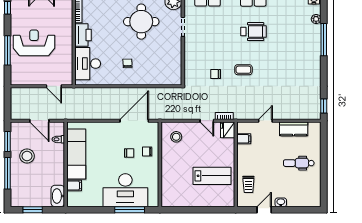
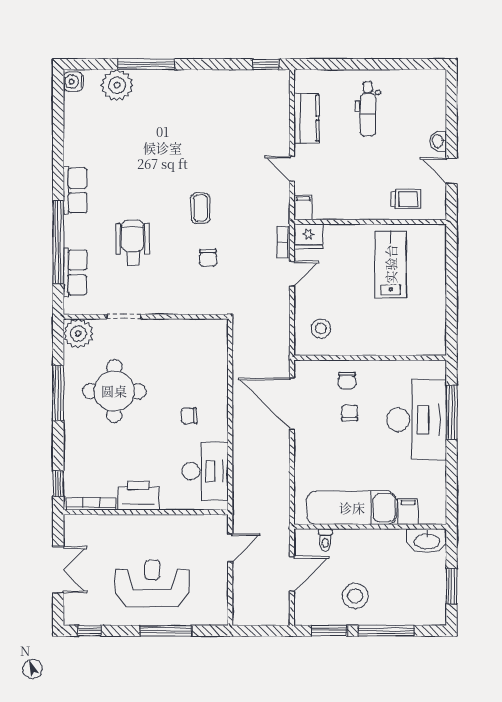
plant: (316, 19) -> (117, 85), width x1.88, depth x1.88
wheelchair: (254, 32) -> (133, 243), moved
reception desk: (34, 43) -> (152, 583), turned 90
desk: (88, 64) -> (205, 471), moved, turned -90
filing cabinet: (244, 139) -> (303, 207), moved

